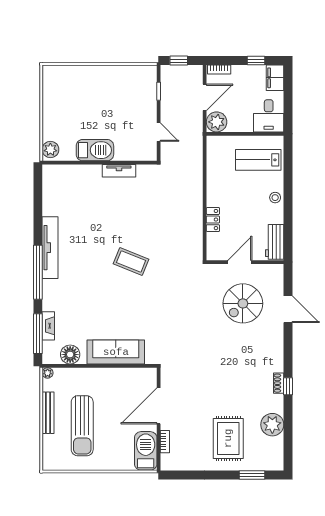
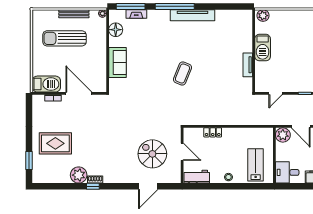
sofa: (116, 352) -> (118, 63), width x0.73
plant: (272, 425) -> (79, 175), moved

